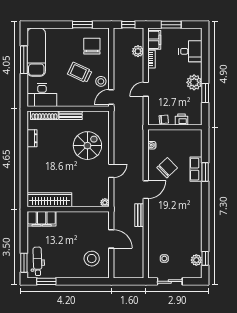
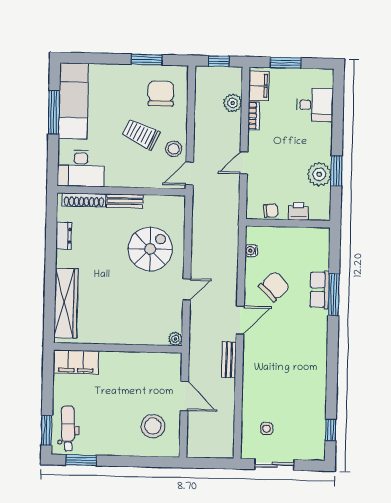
plant: (194, 82) -> (319, 174), moved
window: (205, 172) -> (334, 295), width x1.44
wardrobe: (49, 200) -> (66, 303), moved, turned 90
plant: (196, 260) -> (317, 432), removed

